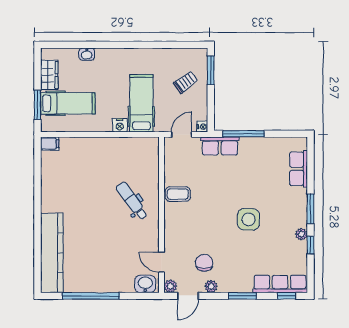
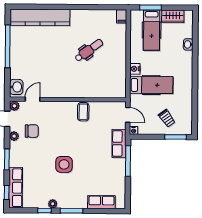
dental chair: (132, 201) -> (89, 50), moved

